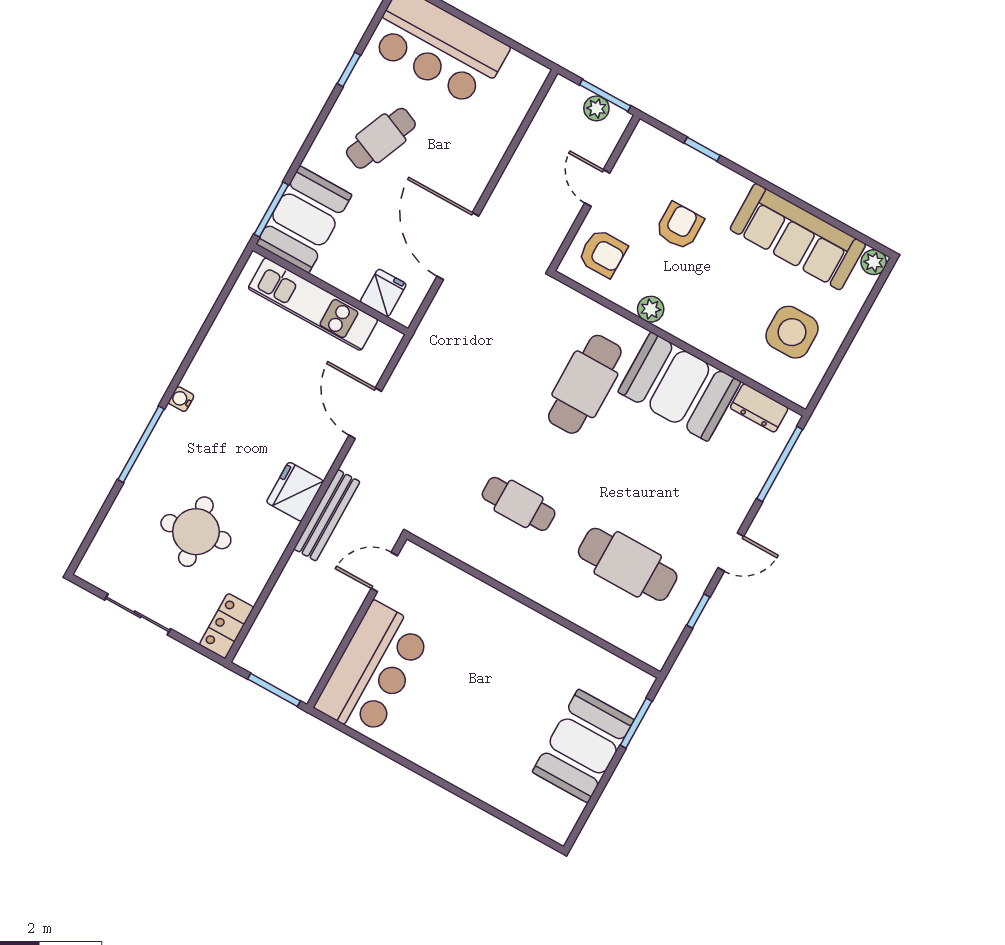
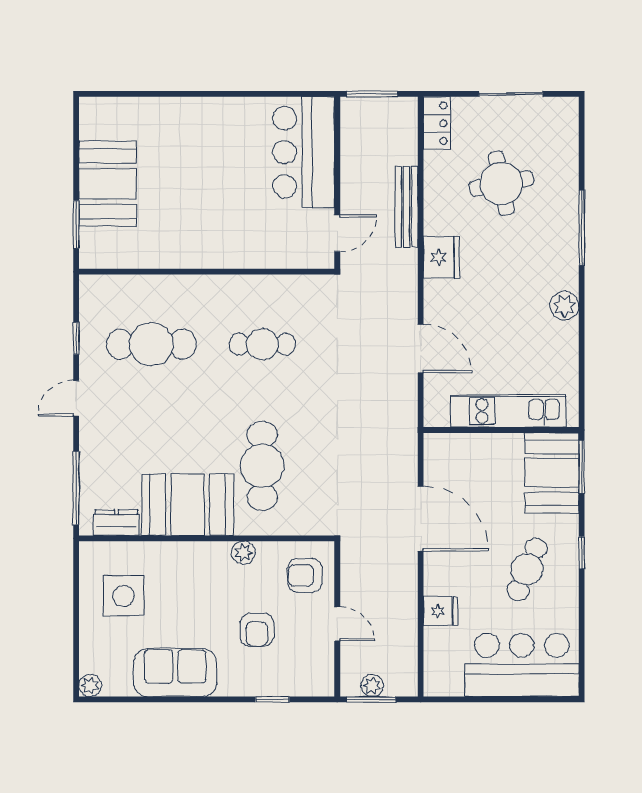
window: (349, 69) -> (582, 553), moved
sofa: (798, 237) -> (175, 673), width x0.73
fridge: (383, 293) -> (441, 611), moved, turned -90
plant: (201, 377) -> (564, 306), added
water cooler: (181, 399) -> (570, 280), removed
bench: (327, 515) -> (406, 207), moved

